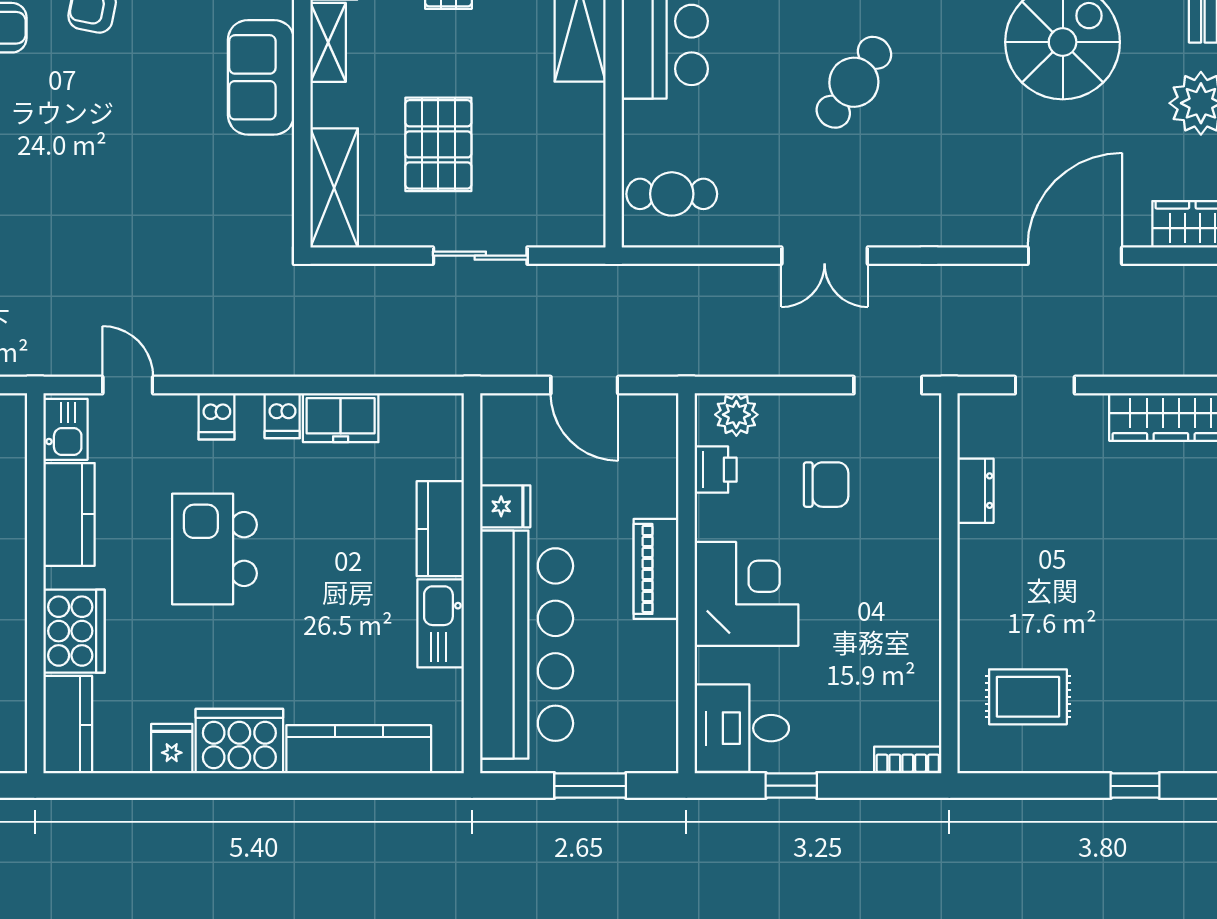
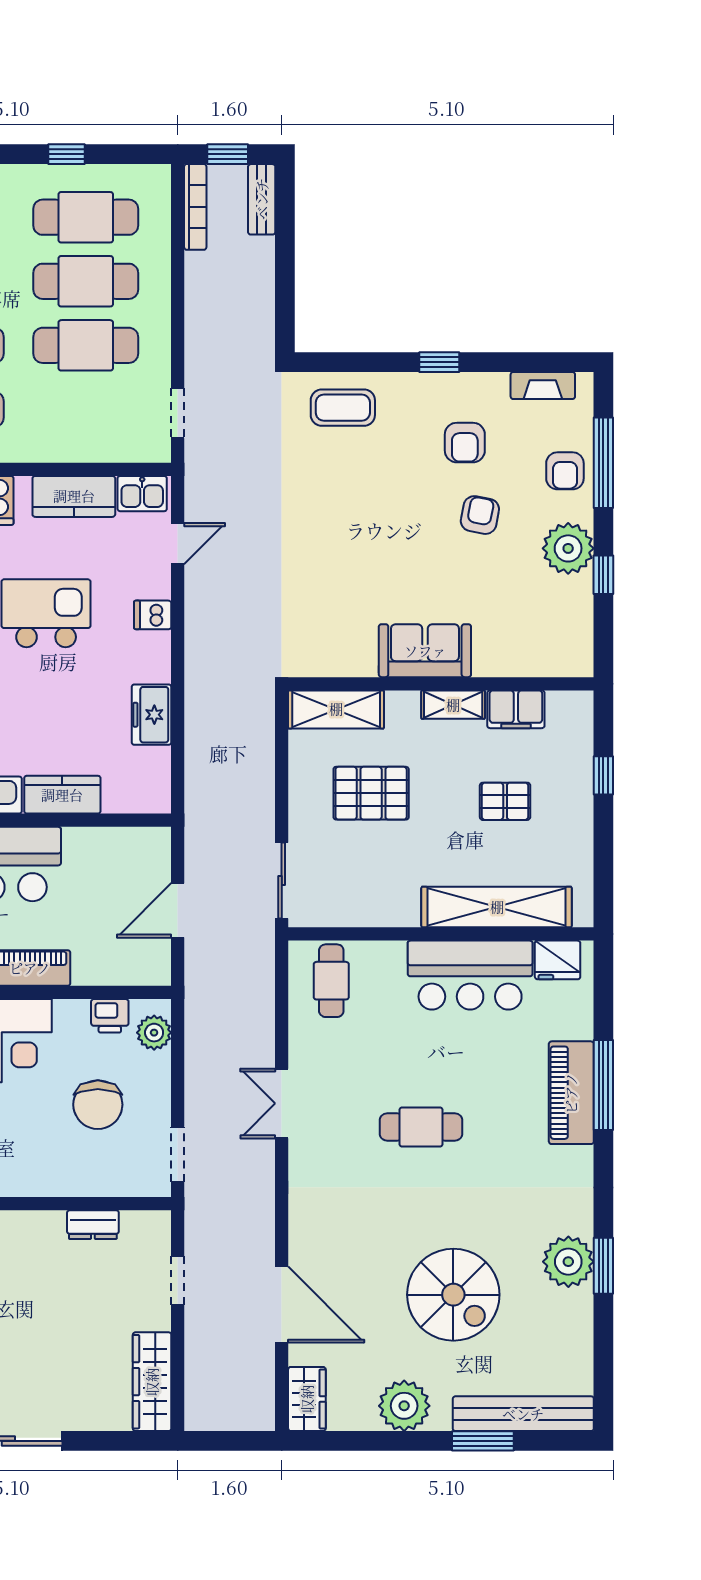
cafe table: (854, 82) -> (421, 1127), turned -35
sliding door: (480, 256) -> (282, 880), moved
dishwasher: (282, 416) -> (153, 668), removed
chair: (826, 485) -> (98, 1105), width x1.37, depth x1.37
fridge: (505, 506) -> (80, 847), removed

